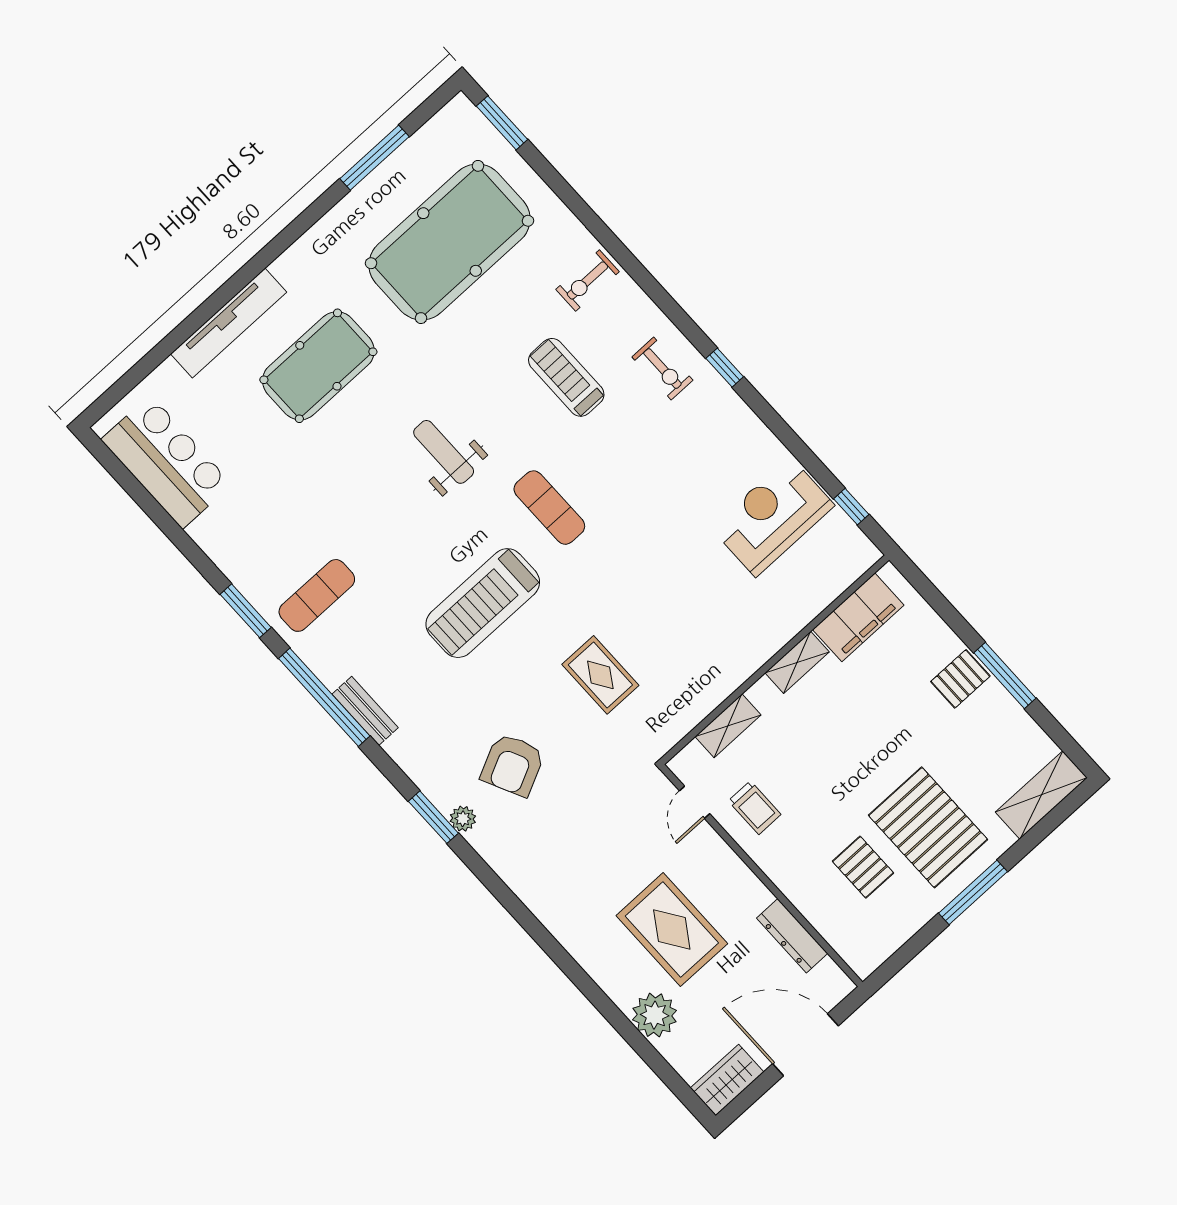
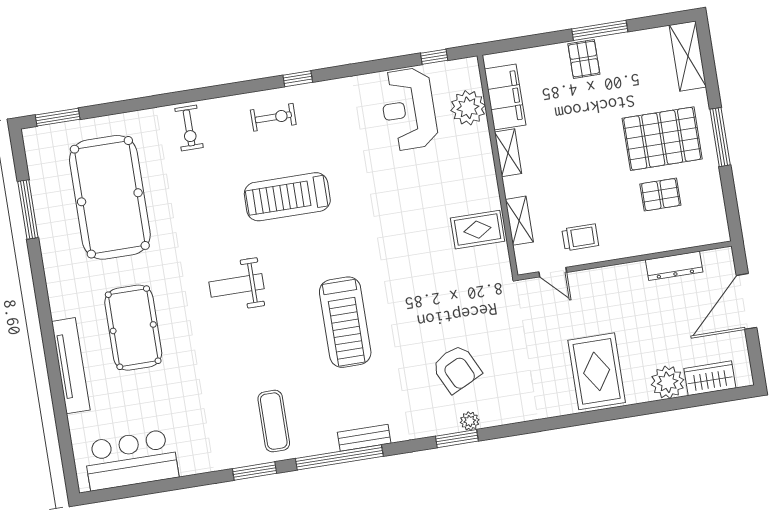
treadmill: (566, 377) -> (287, 197), moved, width x1.37, depth x1.38
exercise mat: (549, 508) -> (313, 243), removed
plant: (818, 583) -> (468, 108), added
rug: (600, 675) -> (477, 230), moved
rug: (672, 930) -> (597, 371), moved, turned 90
wardrobe: (727, 1080) -> (710, 378), moved, turned 90

